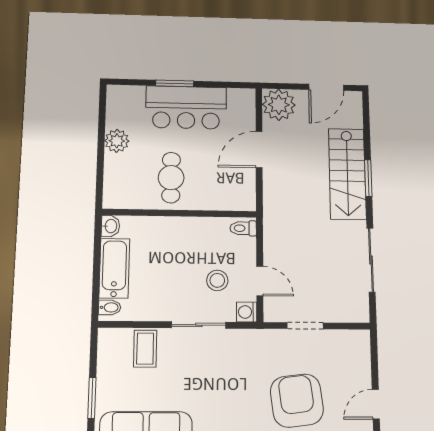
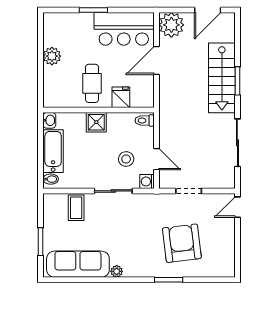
bar counter: (186, 107) -> (124, 29), moved
fridge: (211, 197) -> (121, 97), added
shower: (176, 230) -> (96, 122), added
door: (376, 404) -> (237, 207), moved

